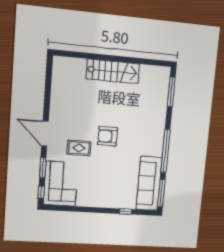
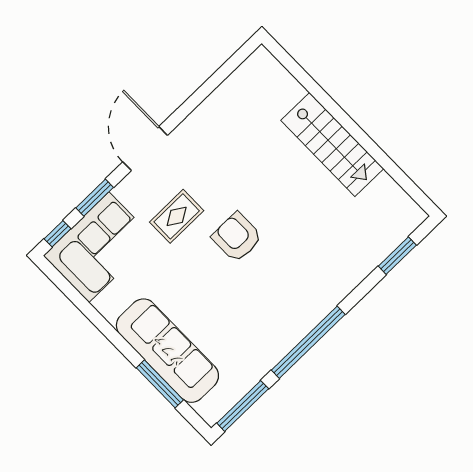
window: (171, 92) -> (397, 256), width x0.69
rug: (79, 148) -> (177, 216), turned 90
sofa: (149, 183) -> (167, 351), moved, turned 90
window: (126, 211) -> (160, 384), width x2.17

